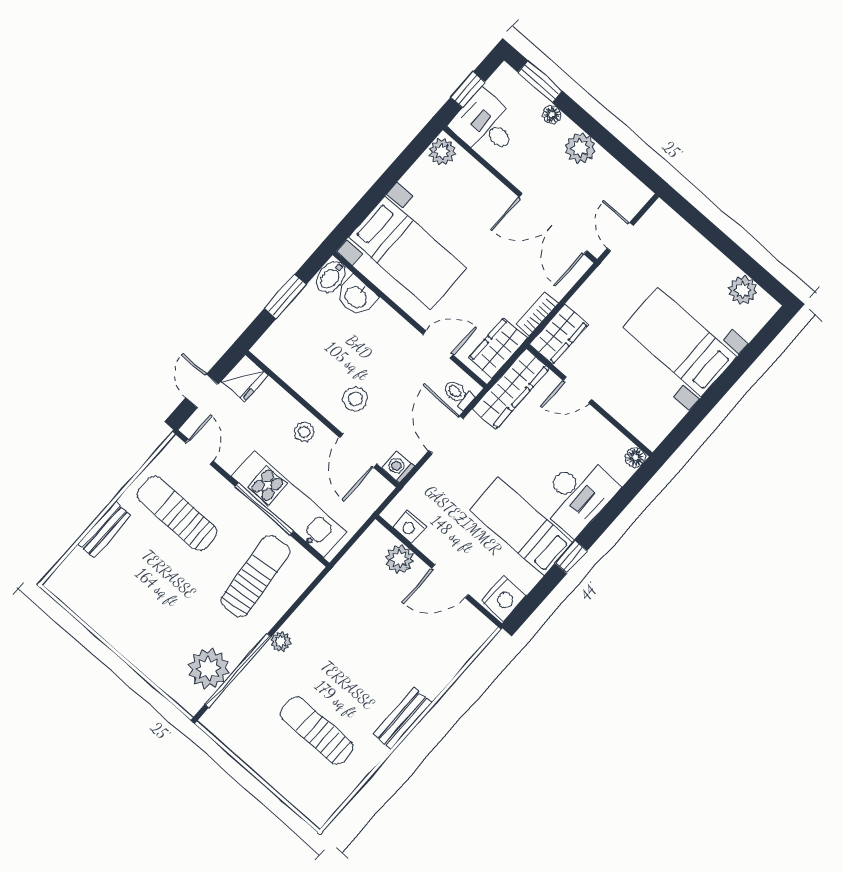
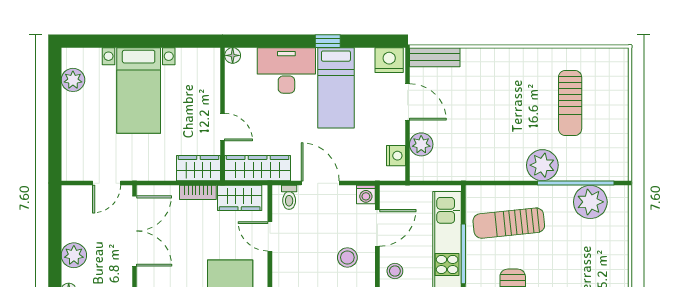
door: (446, 434) -> (320, 183), swing flipped
plant: (281, 642) -> (542, 165), width x1.88, depth x1.88
bench: (402, 719) -> (435, 57), moved

